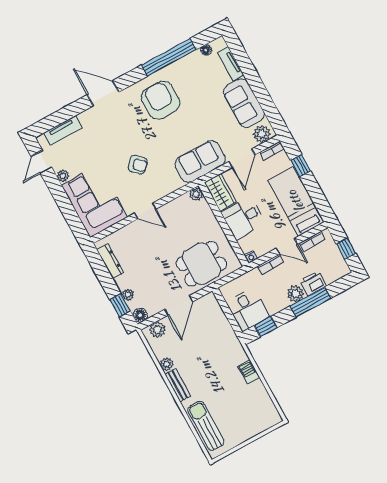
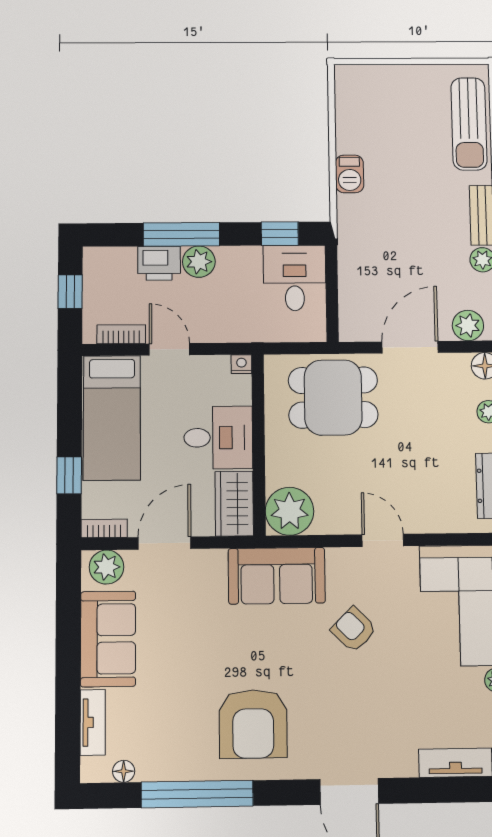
sofa: (200, 162) -> (277, 576), moved
plant: (196, 194) -> (290, 511), width x1.87, depth x1.87
bookcase: (271, 264) -> (214, 334), removed

